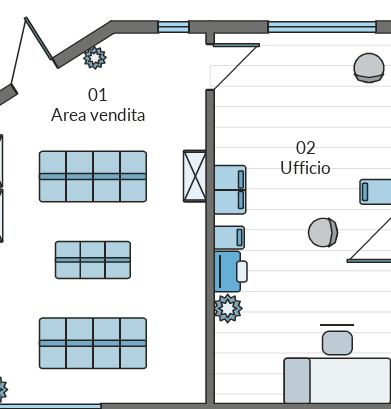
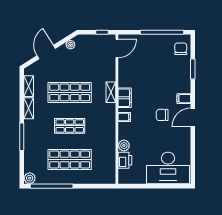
printer: (230, 272) -> (125, 160), moved

